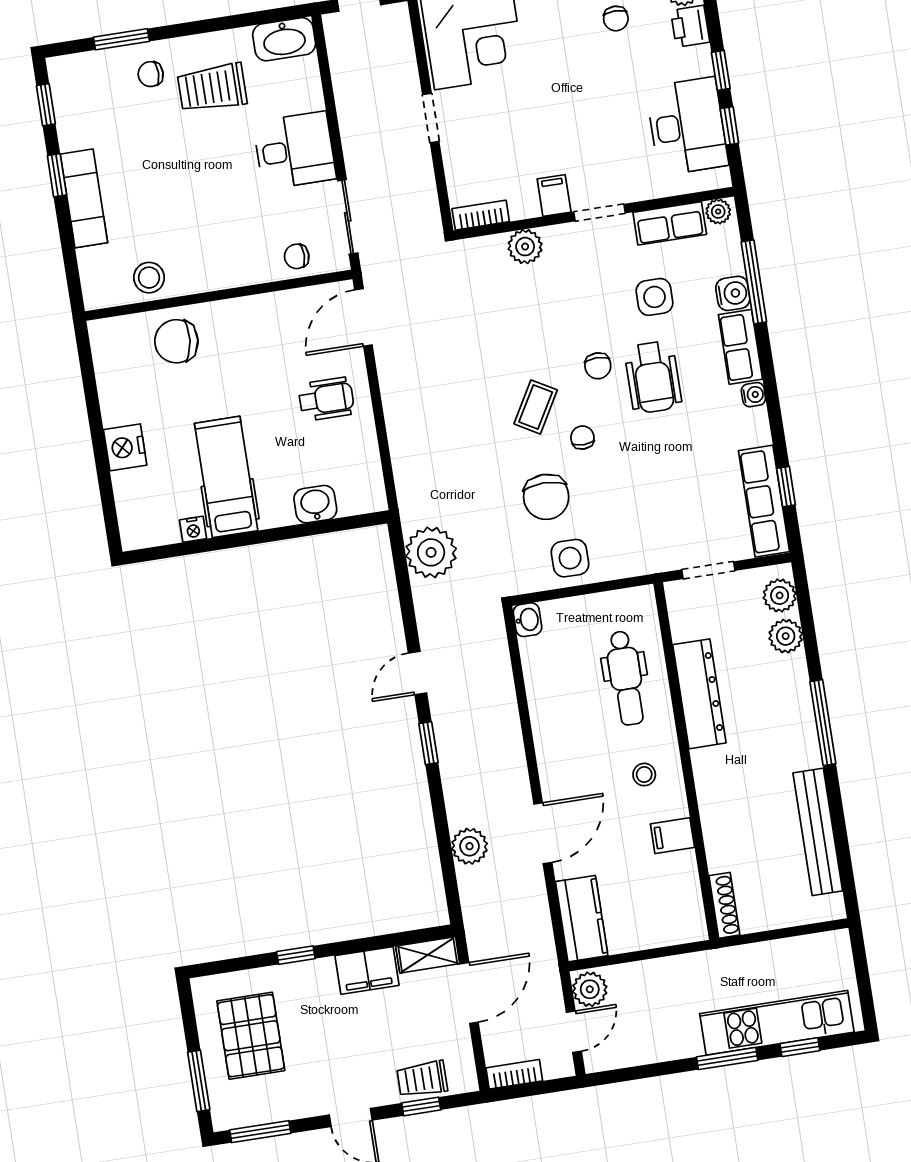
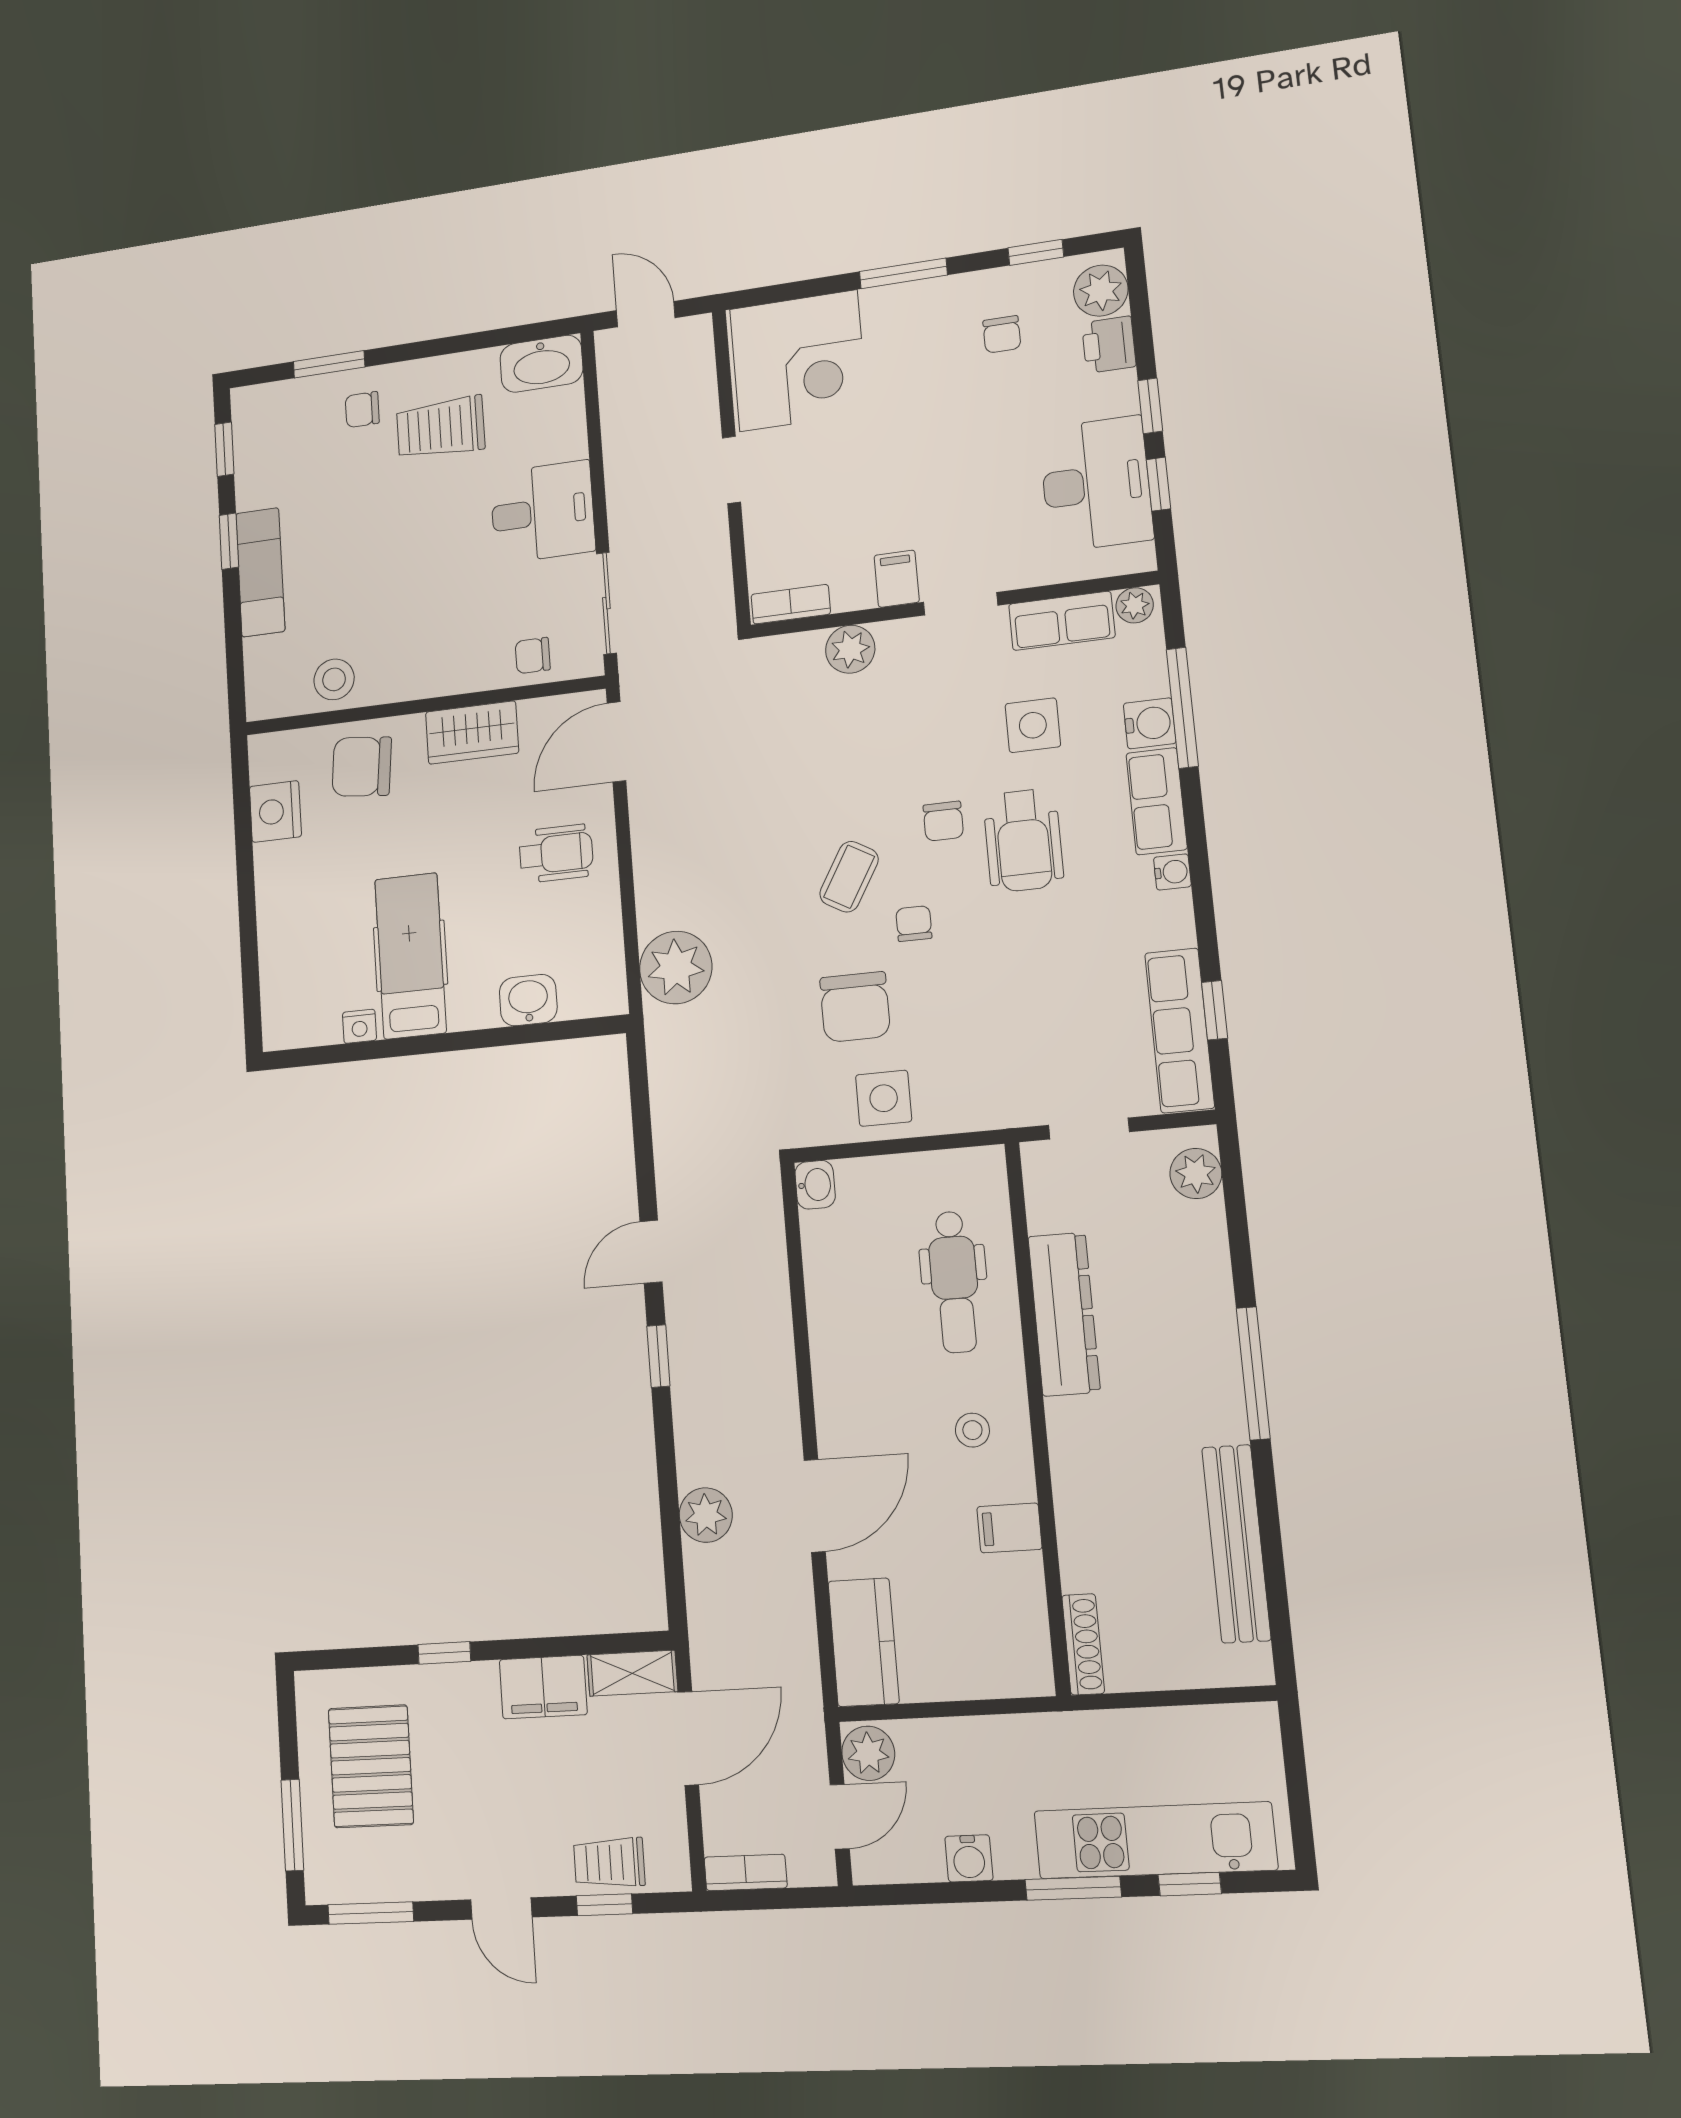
wardrobe: (257, 314) -> (472, 733), added
nightstand: (125, 447) -> (275, 811), moved
plant: (431, 552) -> (676, 967), moved
plant: (786, 636) -> (1202, 1236), removed
water cooler: (660, 1048) -> (969, 1858), added

